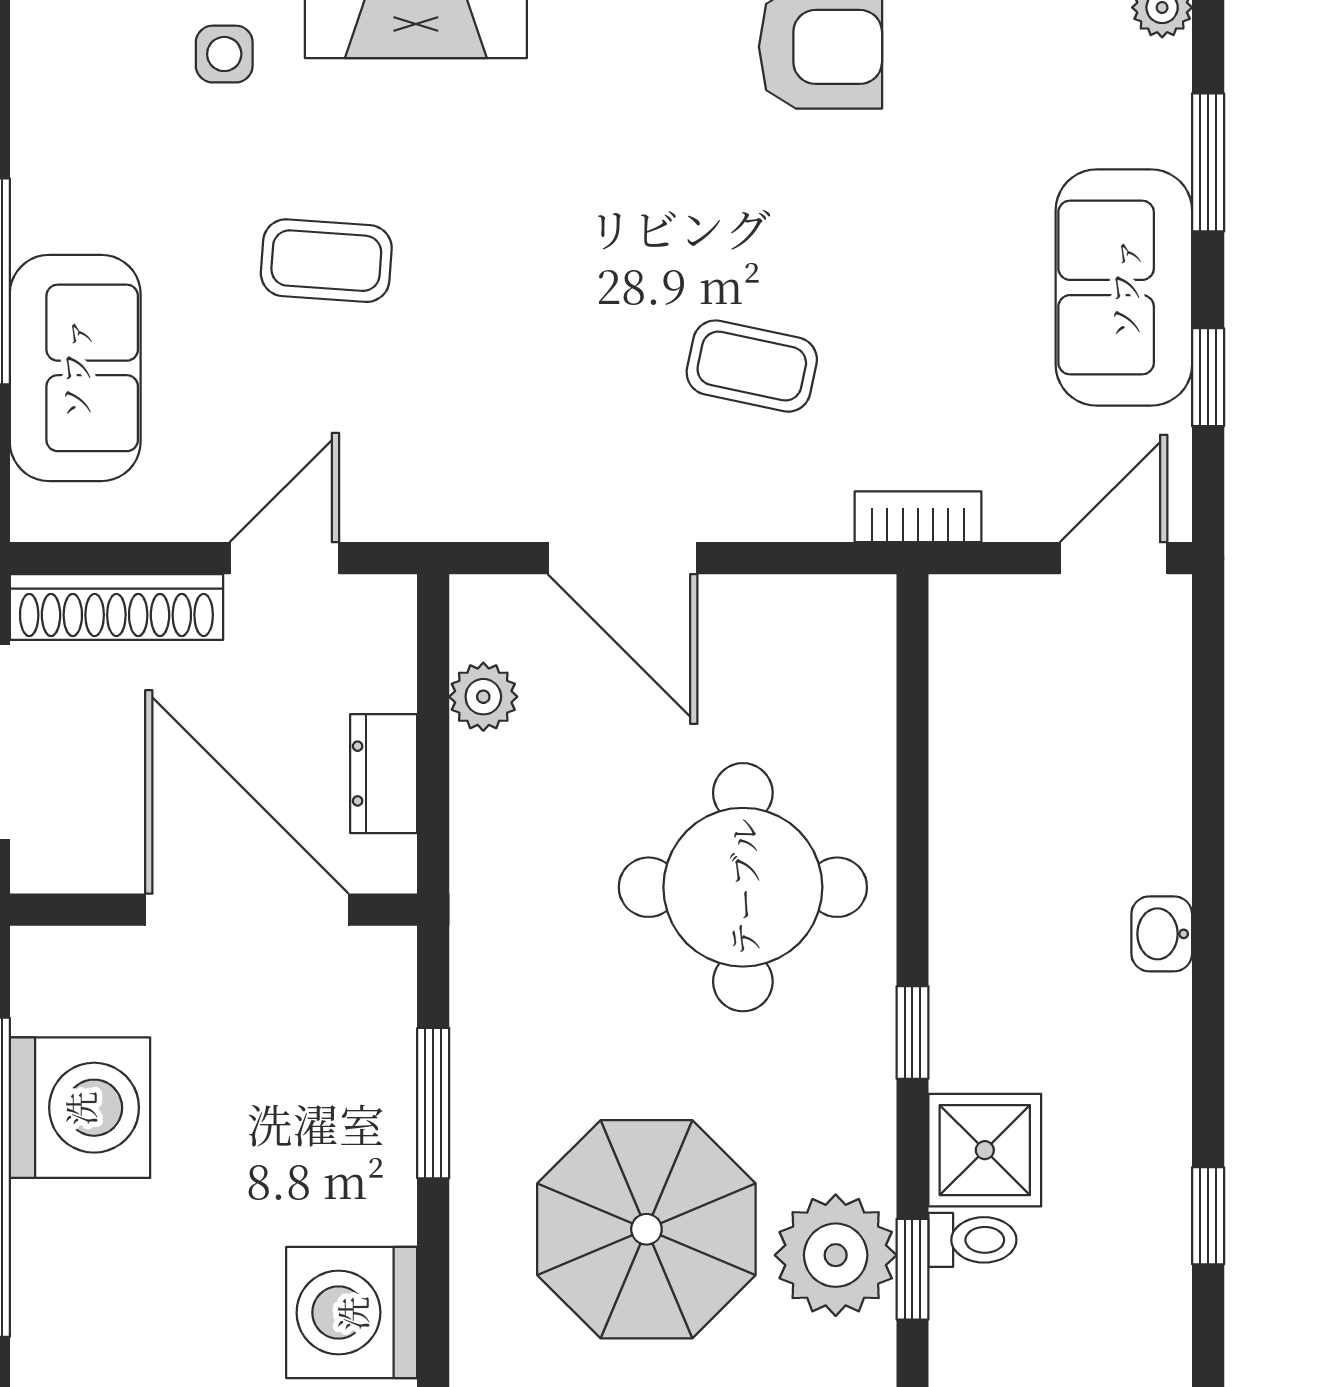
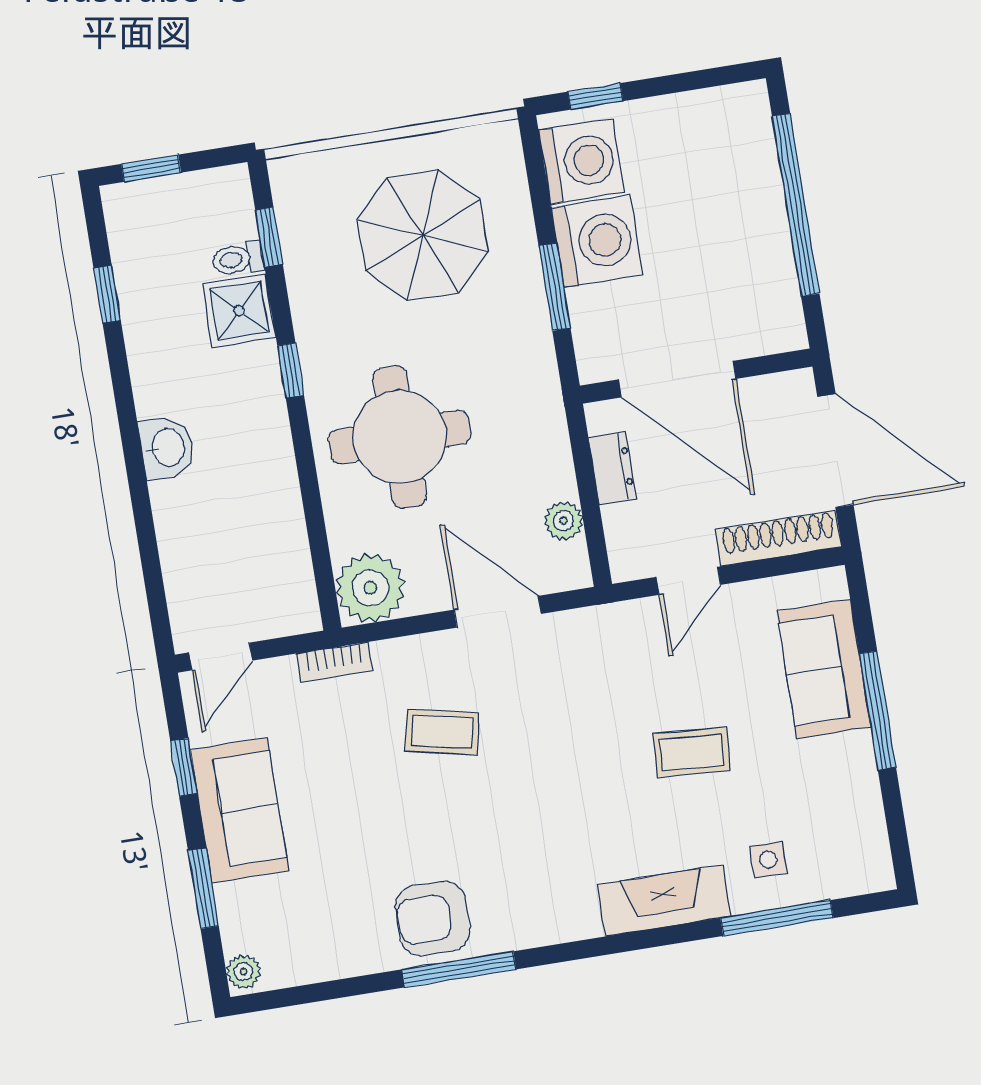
washbasin: (1162, 934) -> (167, 448), width x1.38, depth x1.45
washing machine: (80, 1108) -> (597, 241), moved, turned 180
plant: (836, 1255) -> (370, 588), moved

